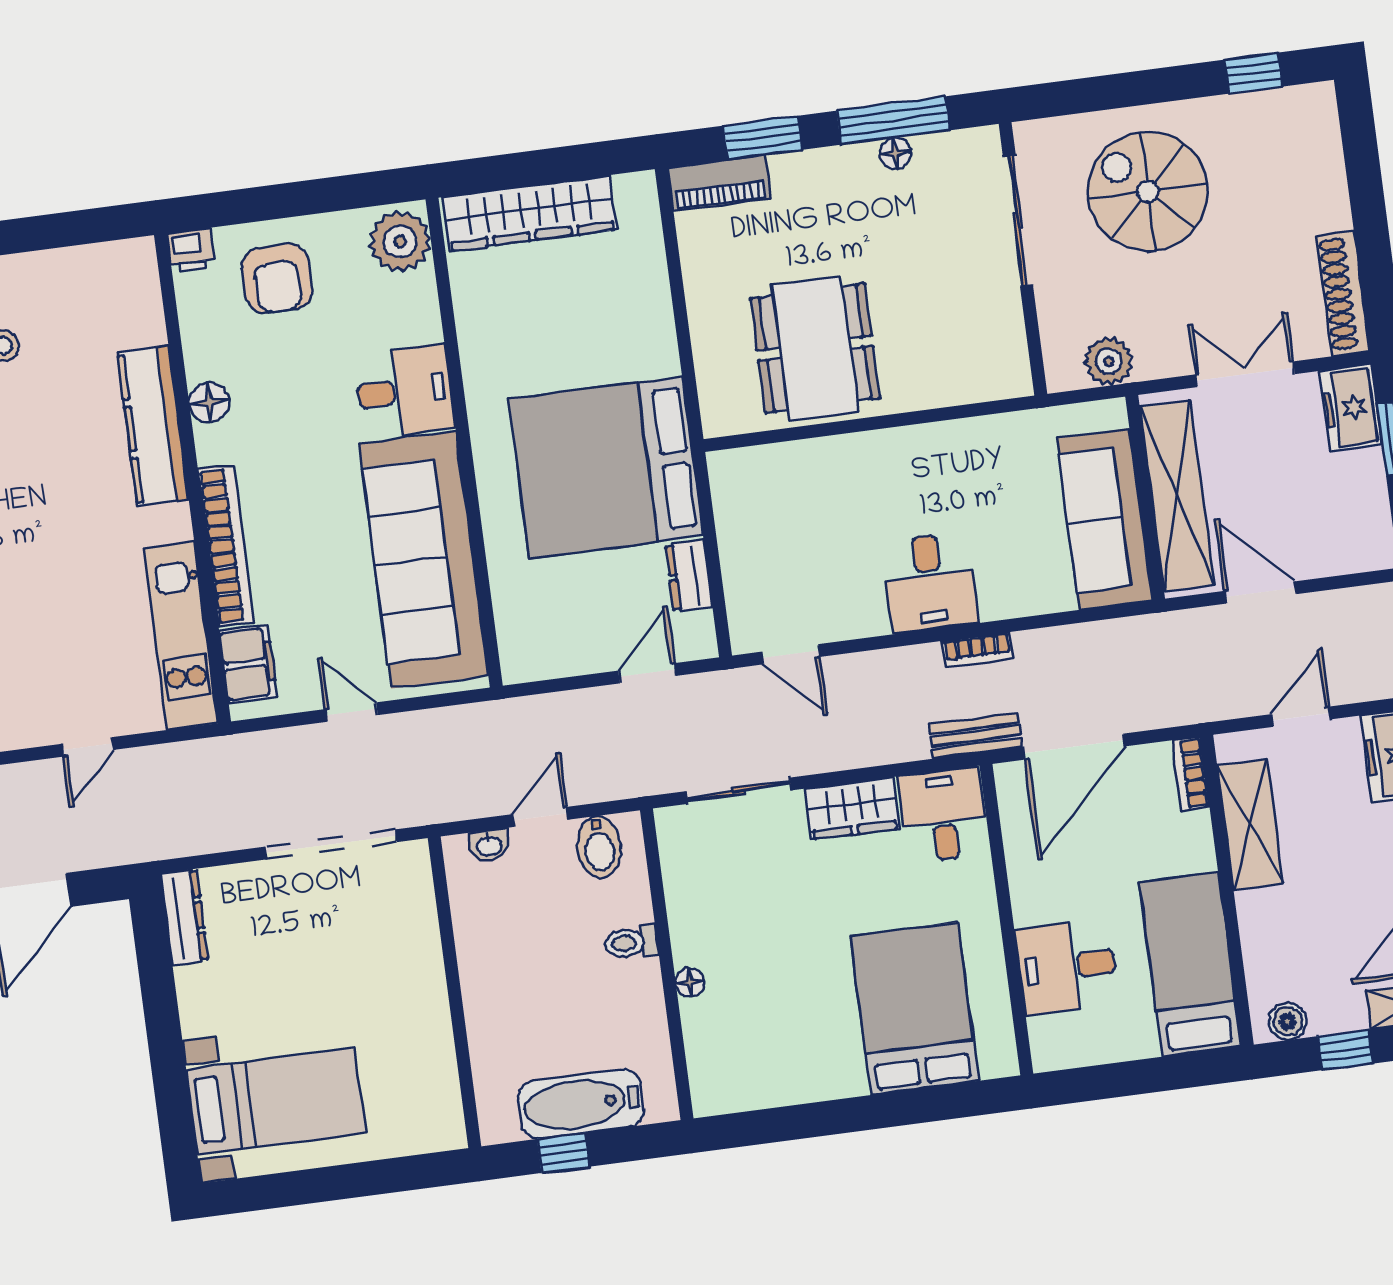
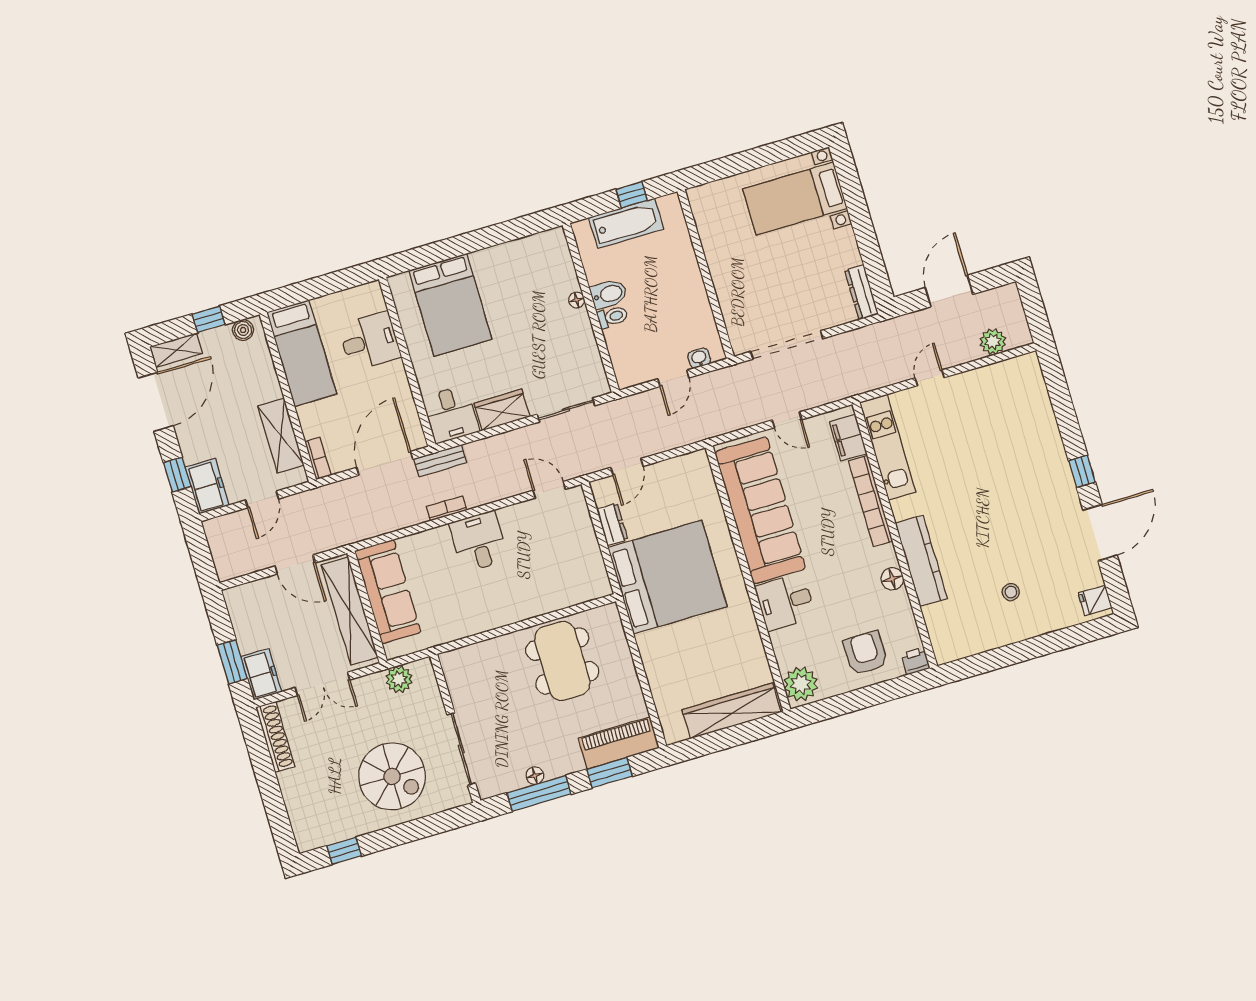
piano: (719, 183) -> (619, 743), width x1.37, depth x1.33
bidet: (599, 847) -> (609, 294), moved, turned 90

